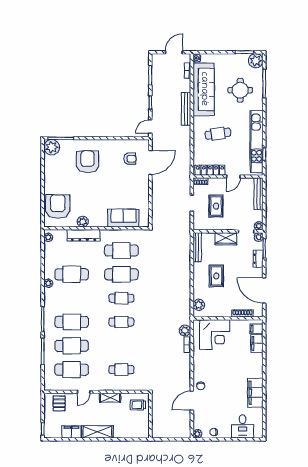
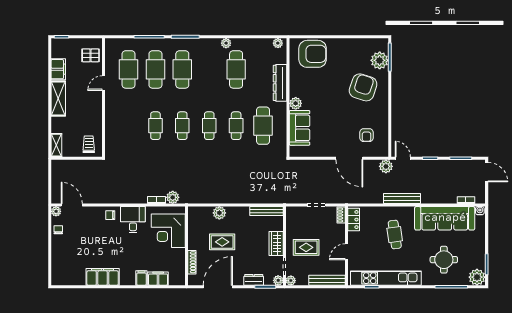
door: (174, 52) -> (487, 172), moved
bench: (186, 109) -> (402, 198), moved
plant: (158, 142) -> (386, 166), added
plant: (52, 147) -> (380, 60), moved
armchair: (88, 162) -> (363, 87), turned -72
door: (150, 162) -> (349, 158), moved
locker: (210, 170) -> (354, 220), width x0.66
door: (233, 176) -> (346, 252), hinge flipped
rug: (216, 206) -> (306, 247), moved
plant: (83, 222) -> (296, 103), moved
cafe table: (121, 274) -> (236, 126), width x0.73, depth x0.74
rug: (216, 276) -> (222, 242), moved
plant: (199, 305) -> (219, 213), moved
filing cabinet: (256, 329) -> (141, 278), moved
cafe table: (121, 370) -> (155, 126), moved
door: (84, 392) -> (104, 83), hinge flipped
shelving: (110, 398) -> (56, 145), moved
door: (192, 401) -> (72, 205), moved
desk: (243, 426) -> (133, 220), moved, turned 90

